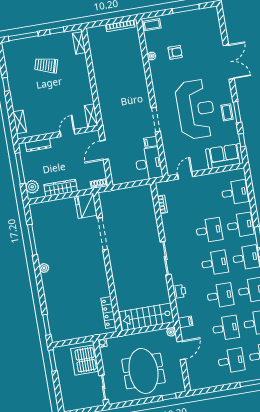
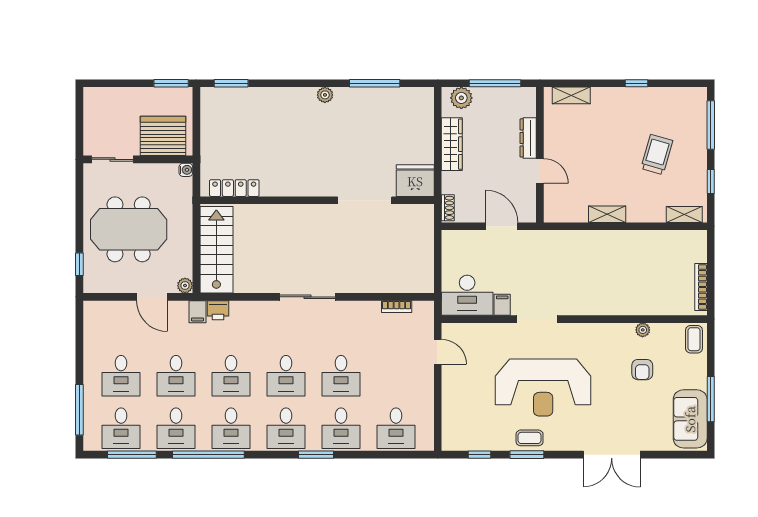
shelving: (91, 115) -> (607, 214), moved
dresser: (38, 145) -> (528, 138), moved
sofa: (225, 156) -> (690, 419), moved, turned 180
printer: (179, 291) -> (218, 310), moved

